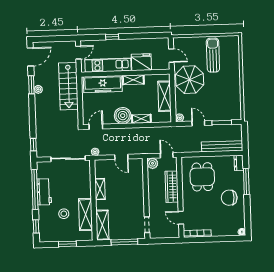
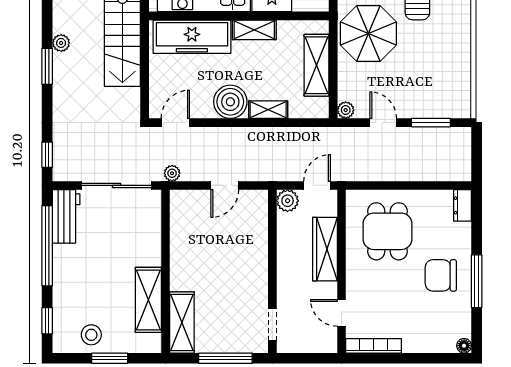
window: (31, 85) -> (47, 66), moved
bench: (222, 146) -> (430, 171), removed
door: (167, 155) -> (317, 185), hinge flipped
door: (121, 157) -> (225, 185), hinge flipped
window: (246, 182) -> (477, 281), moved
shelving: (100, 189) -> (179, 249), removed
workbench: (44, 192) -> (66, 216), moved
stool: (64, 214) -> (91, 335), moved

